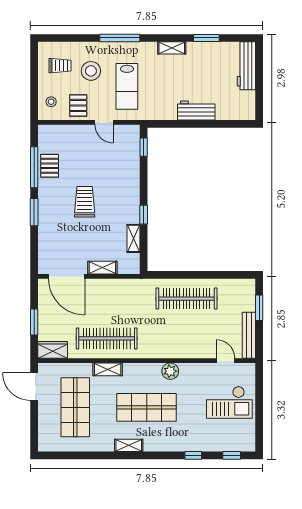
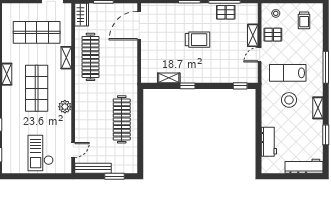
stool: (91, 71) -> (289, 100), moved
workbench: (196, 110) -> (269, 142), moved
shelving: (102, 268) -> (253, 35), moved

